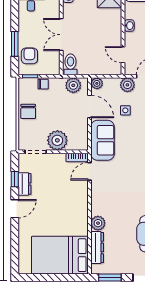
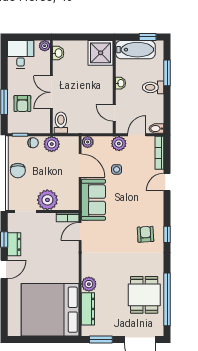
armchair: (29, 56) -> (22, 104), moved, turned 180
plant: (73, 85) -> (52, 144), moved
bed: (60, 255) -> (50, 310), width x1.36

